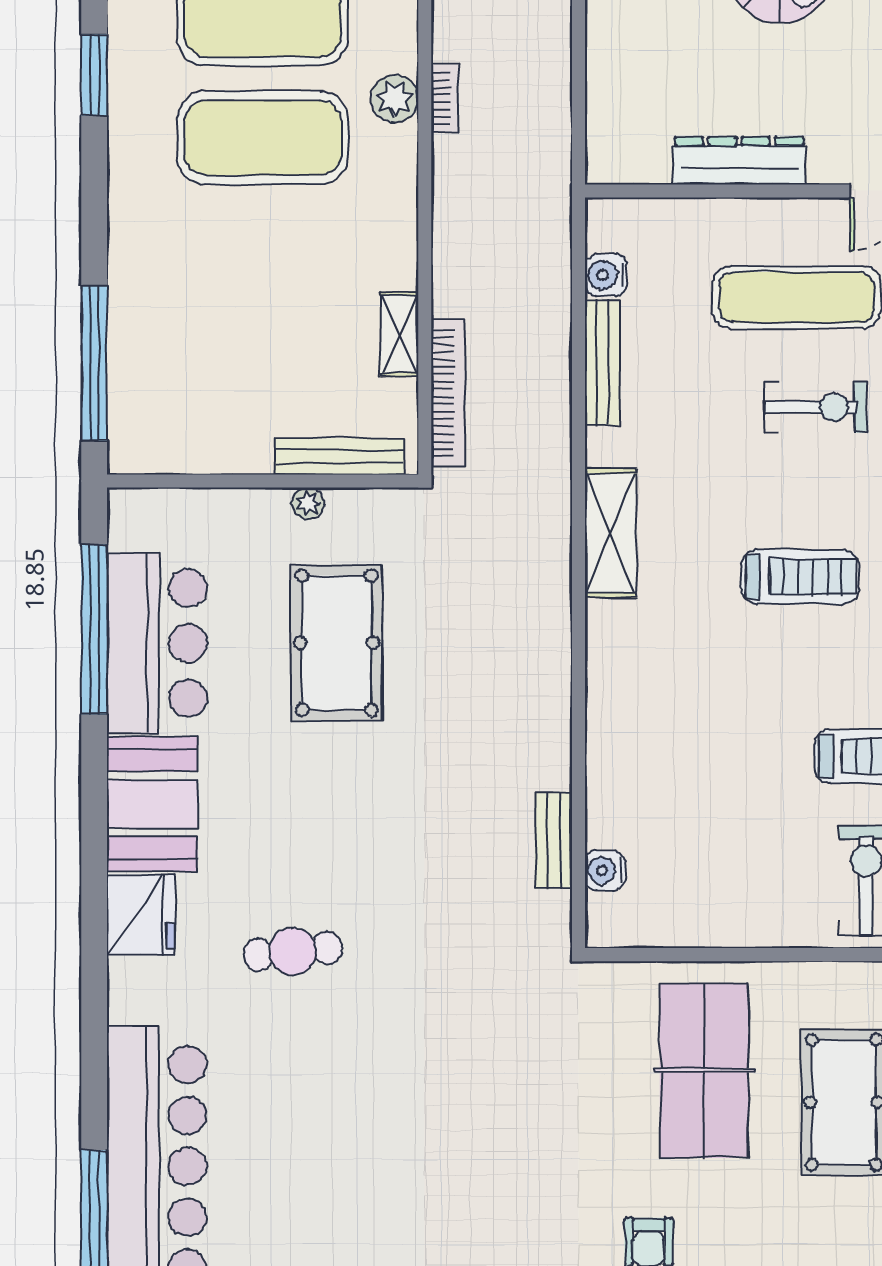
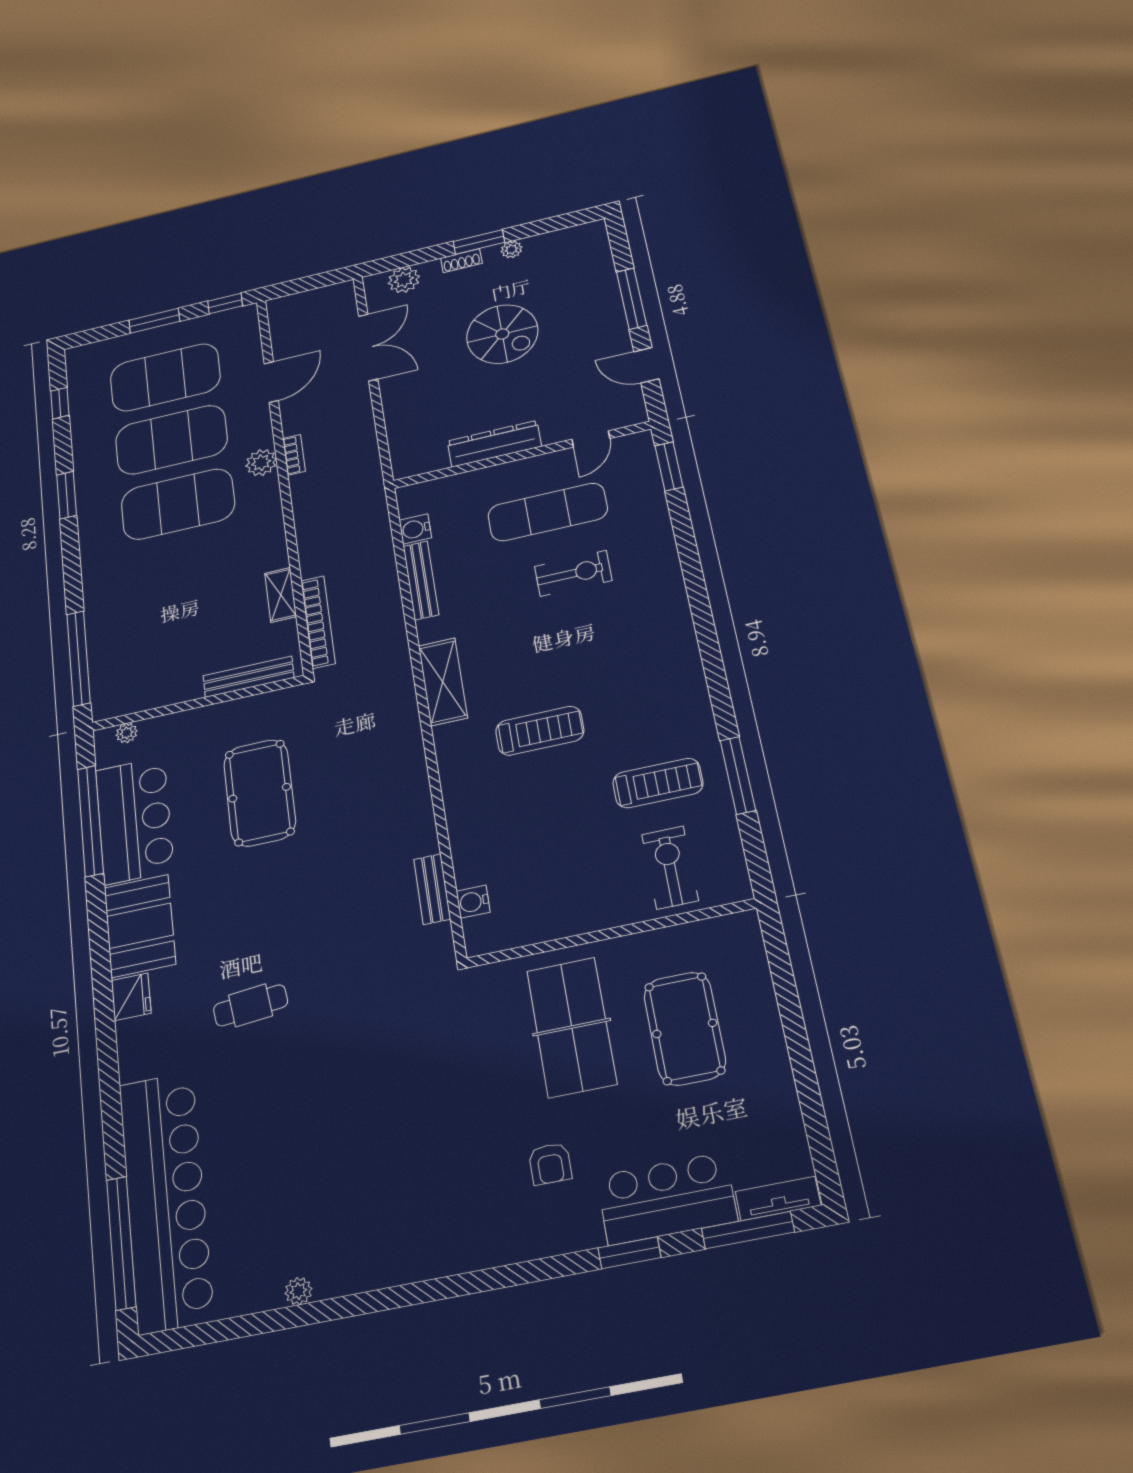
plant: (308, 503) -> (127, 733), moved
treadmill: (800, 577) -> (540, 731), moved
fridge: (141, 915) -> (131, 997), width x0.73, depth x0.75

